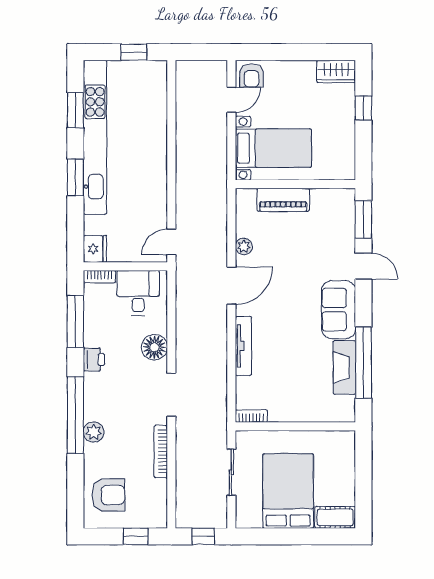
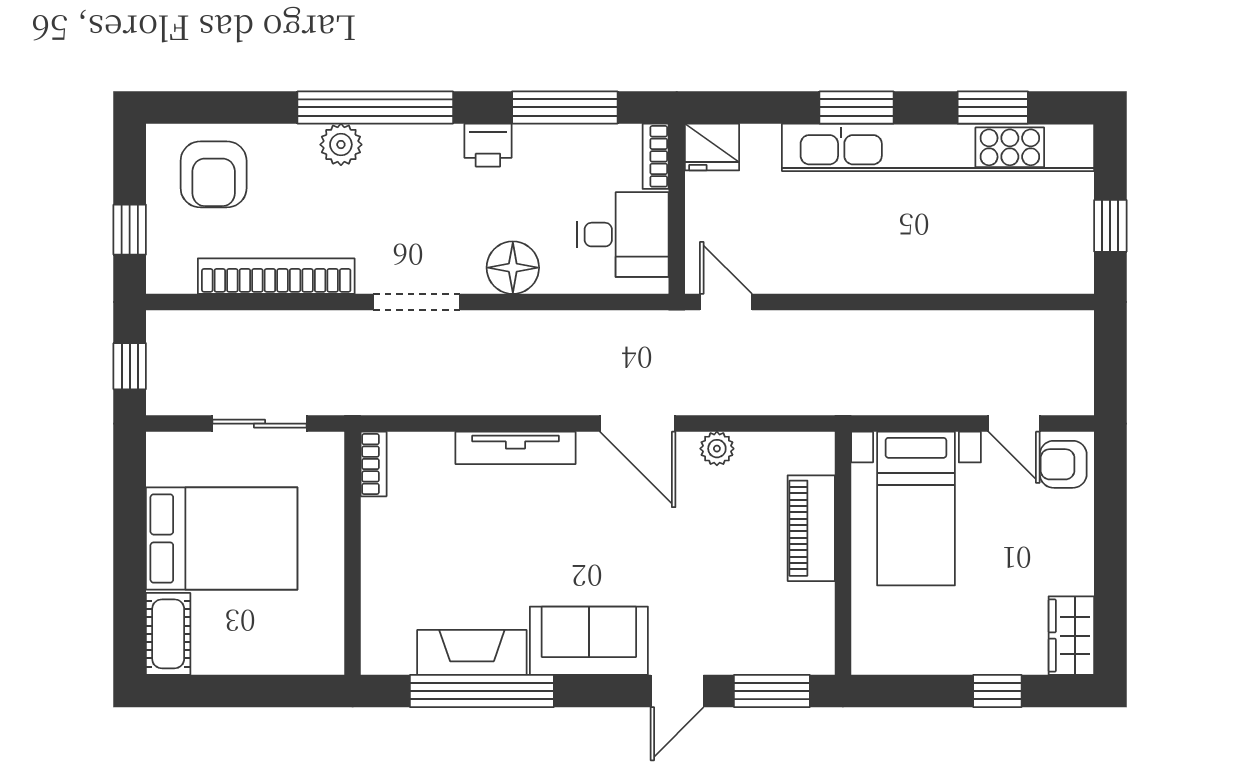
bookcase: (161, 452) -> (276, 276), width x1.48, depth x1.31

